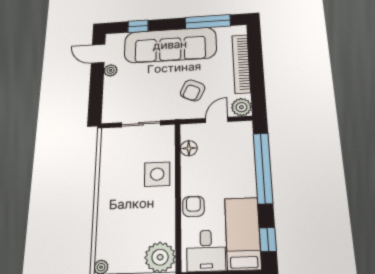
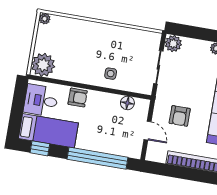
armchair: (193, 90) -> (180, 116), turned -115
plant: (241, 107) -> (173, 44), moved
side table: (157, 174) -> (111, 74), width x0.54, depth x0.54

